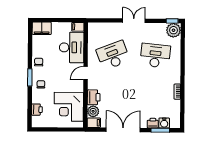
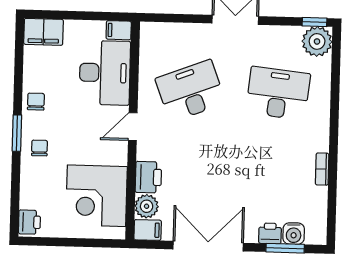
printer: (37, 110) -> (30, 222), moved

